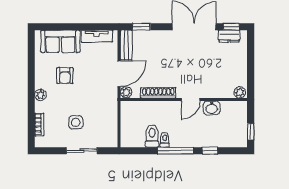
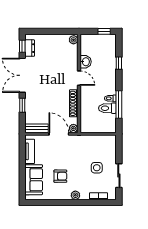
window: (141, 27) -> (22, 105), moved
sliding door: (82, 151) -> (119, 176), moved
window: (176, 151) -> (119, 104), moved

